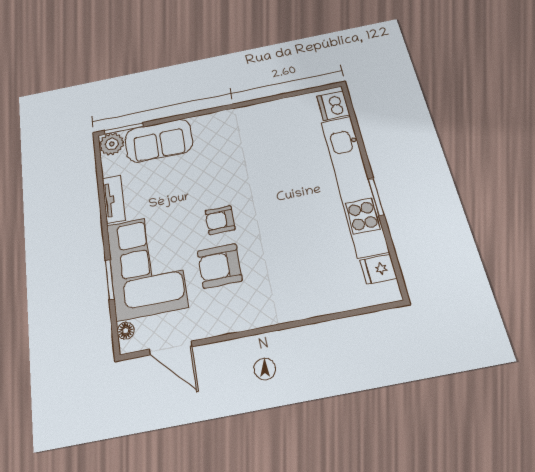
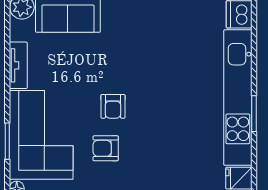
armchair: (220, 220) -> (113, 106), turned -90
armchair: (220, 266) -> (106, 148), width x0.72, depth x0.72

